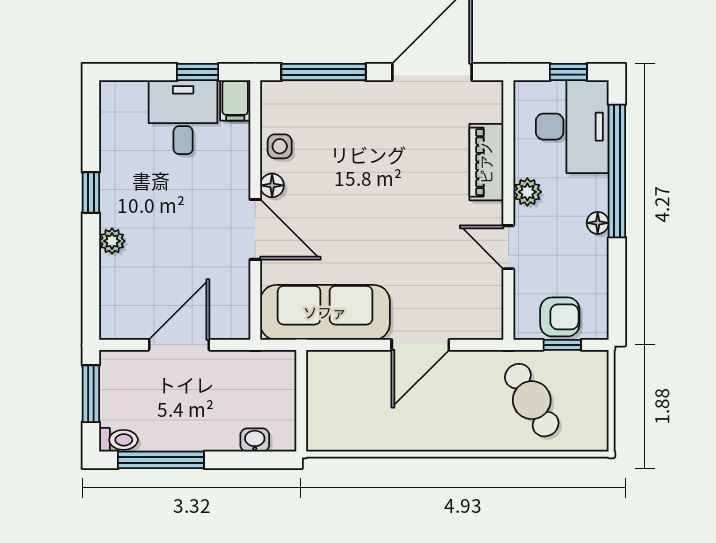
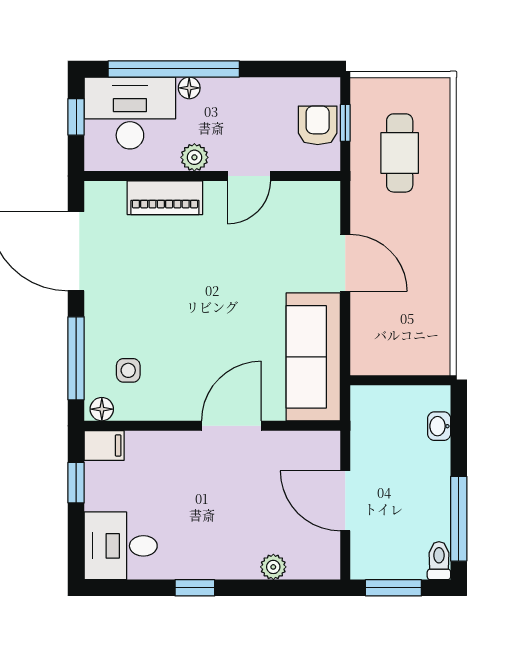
desk: (183, 117) -> (121, 546), moved
side table: (280, 146) -> (128, 370), moved
floor lamp: (272, 185) -> (102, 409), moved
floor lamp: (598, 223) -> (189, 88), moved
plant: (112, 241) -> (273, 567), moved
cafe table: (532, 400) -> (400, 153), turned -60

